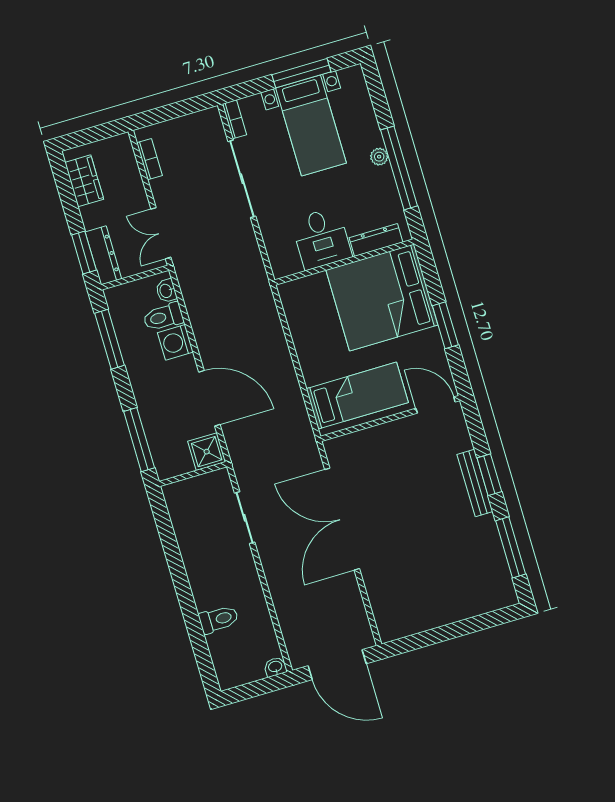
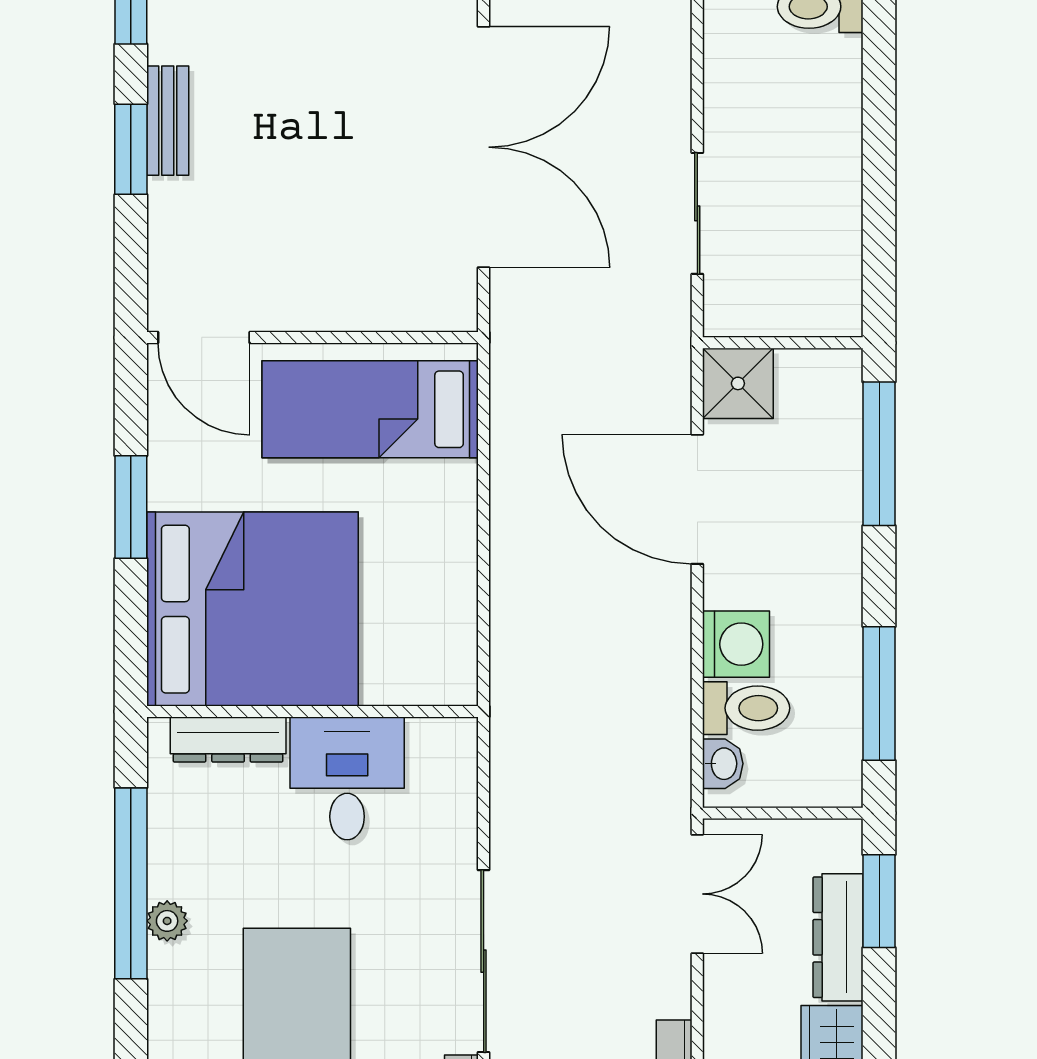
dresser: (103, 255) -> (838, 937), moved
bench: (475, 483) -> (168, 121), width x0.73

